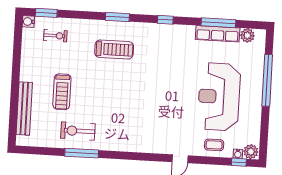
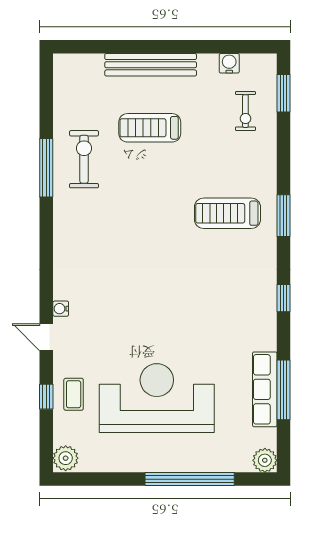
water cooler: (28, 22) -> (229, 63), moved
plant: (247, 35) -> (265, 460), moved
treadmill: (114, 50) -> (227, 213), turned 90
bench: (24, 109) -> (151, 65), moved
water cooler: (238, 154) -> (61, 309), moved
window: (239, 162) -> (46, 397), moved

